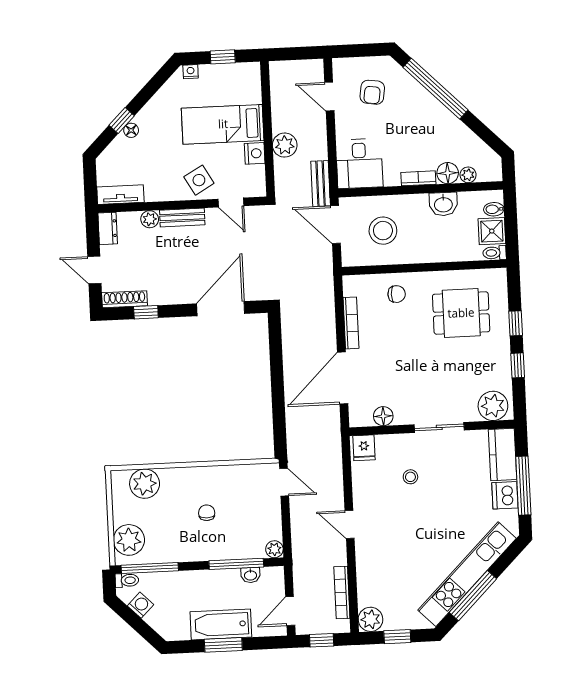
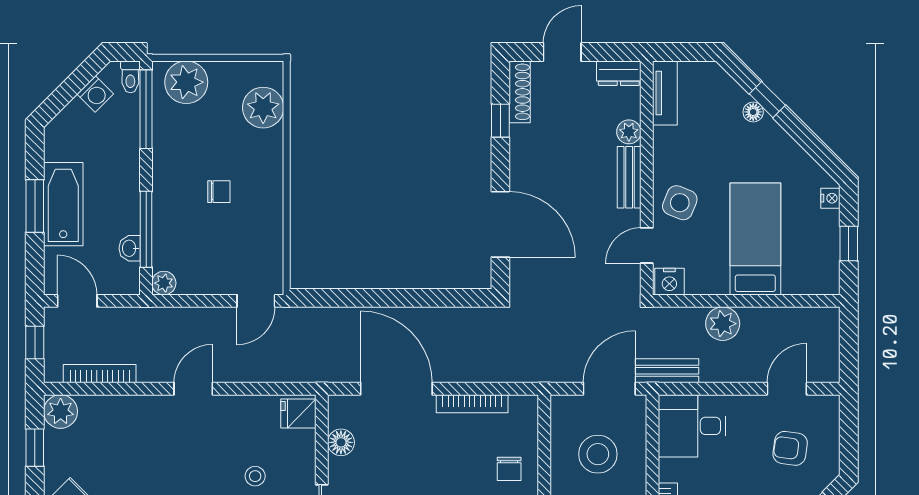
nightstand: (255, 153) -> (669, 282), moved
side table: (199, 180) -> (680, 203), turned -38

